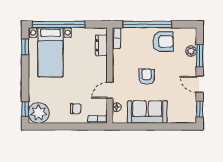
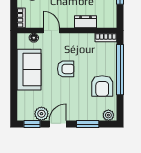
dresser: (101, 45) -> (86, 22), moved
plant: (191, 51) -> (108, 115), moved
plant: (190, 100) -> (41, 114), added

